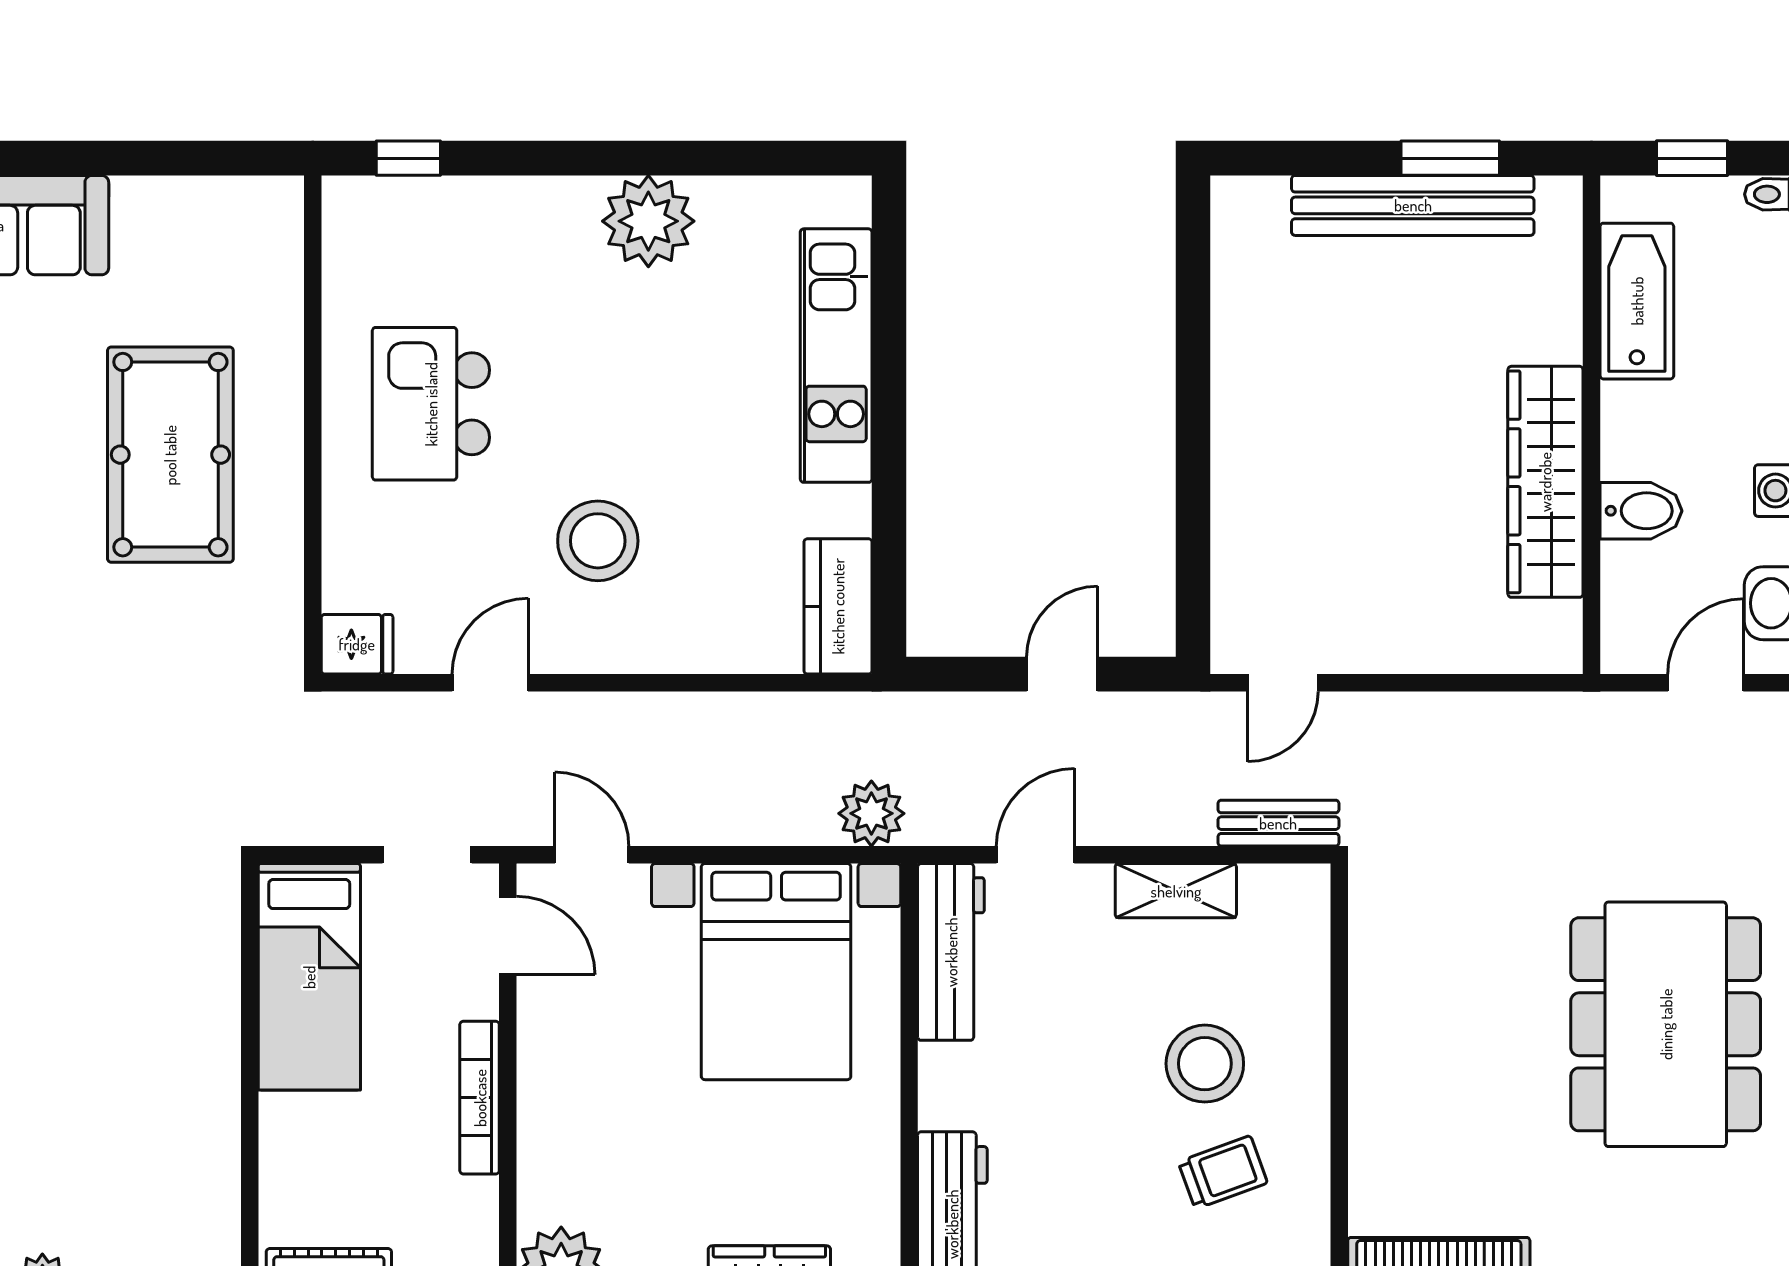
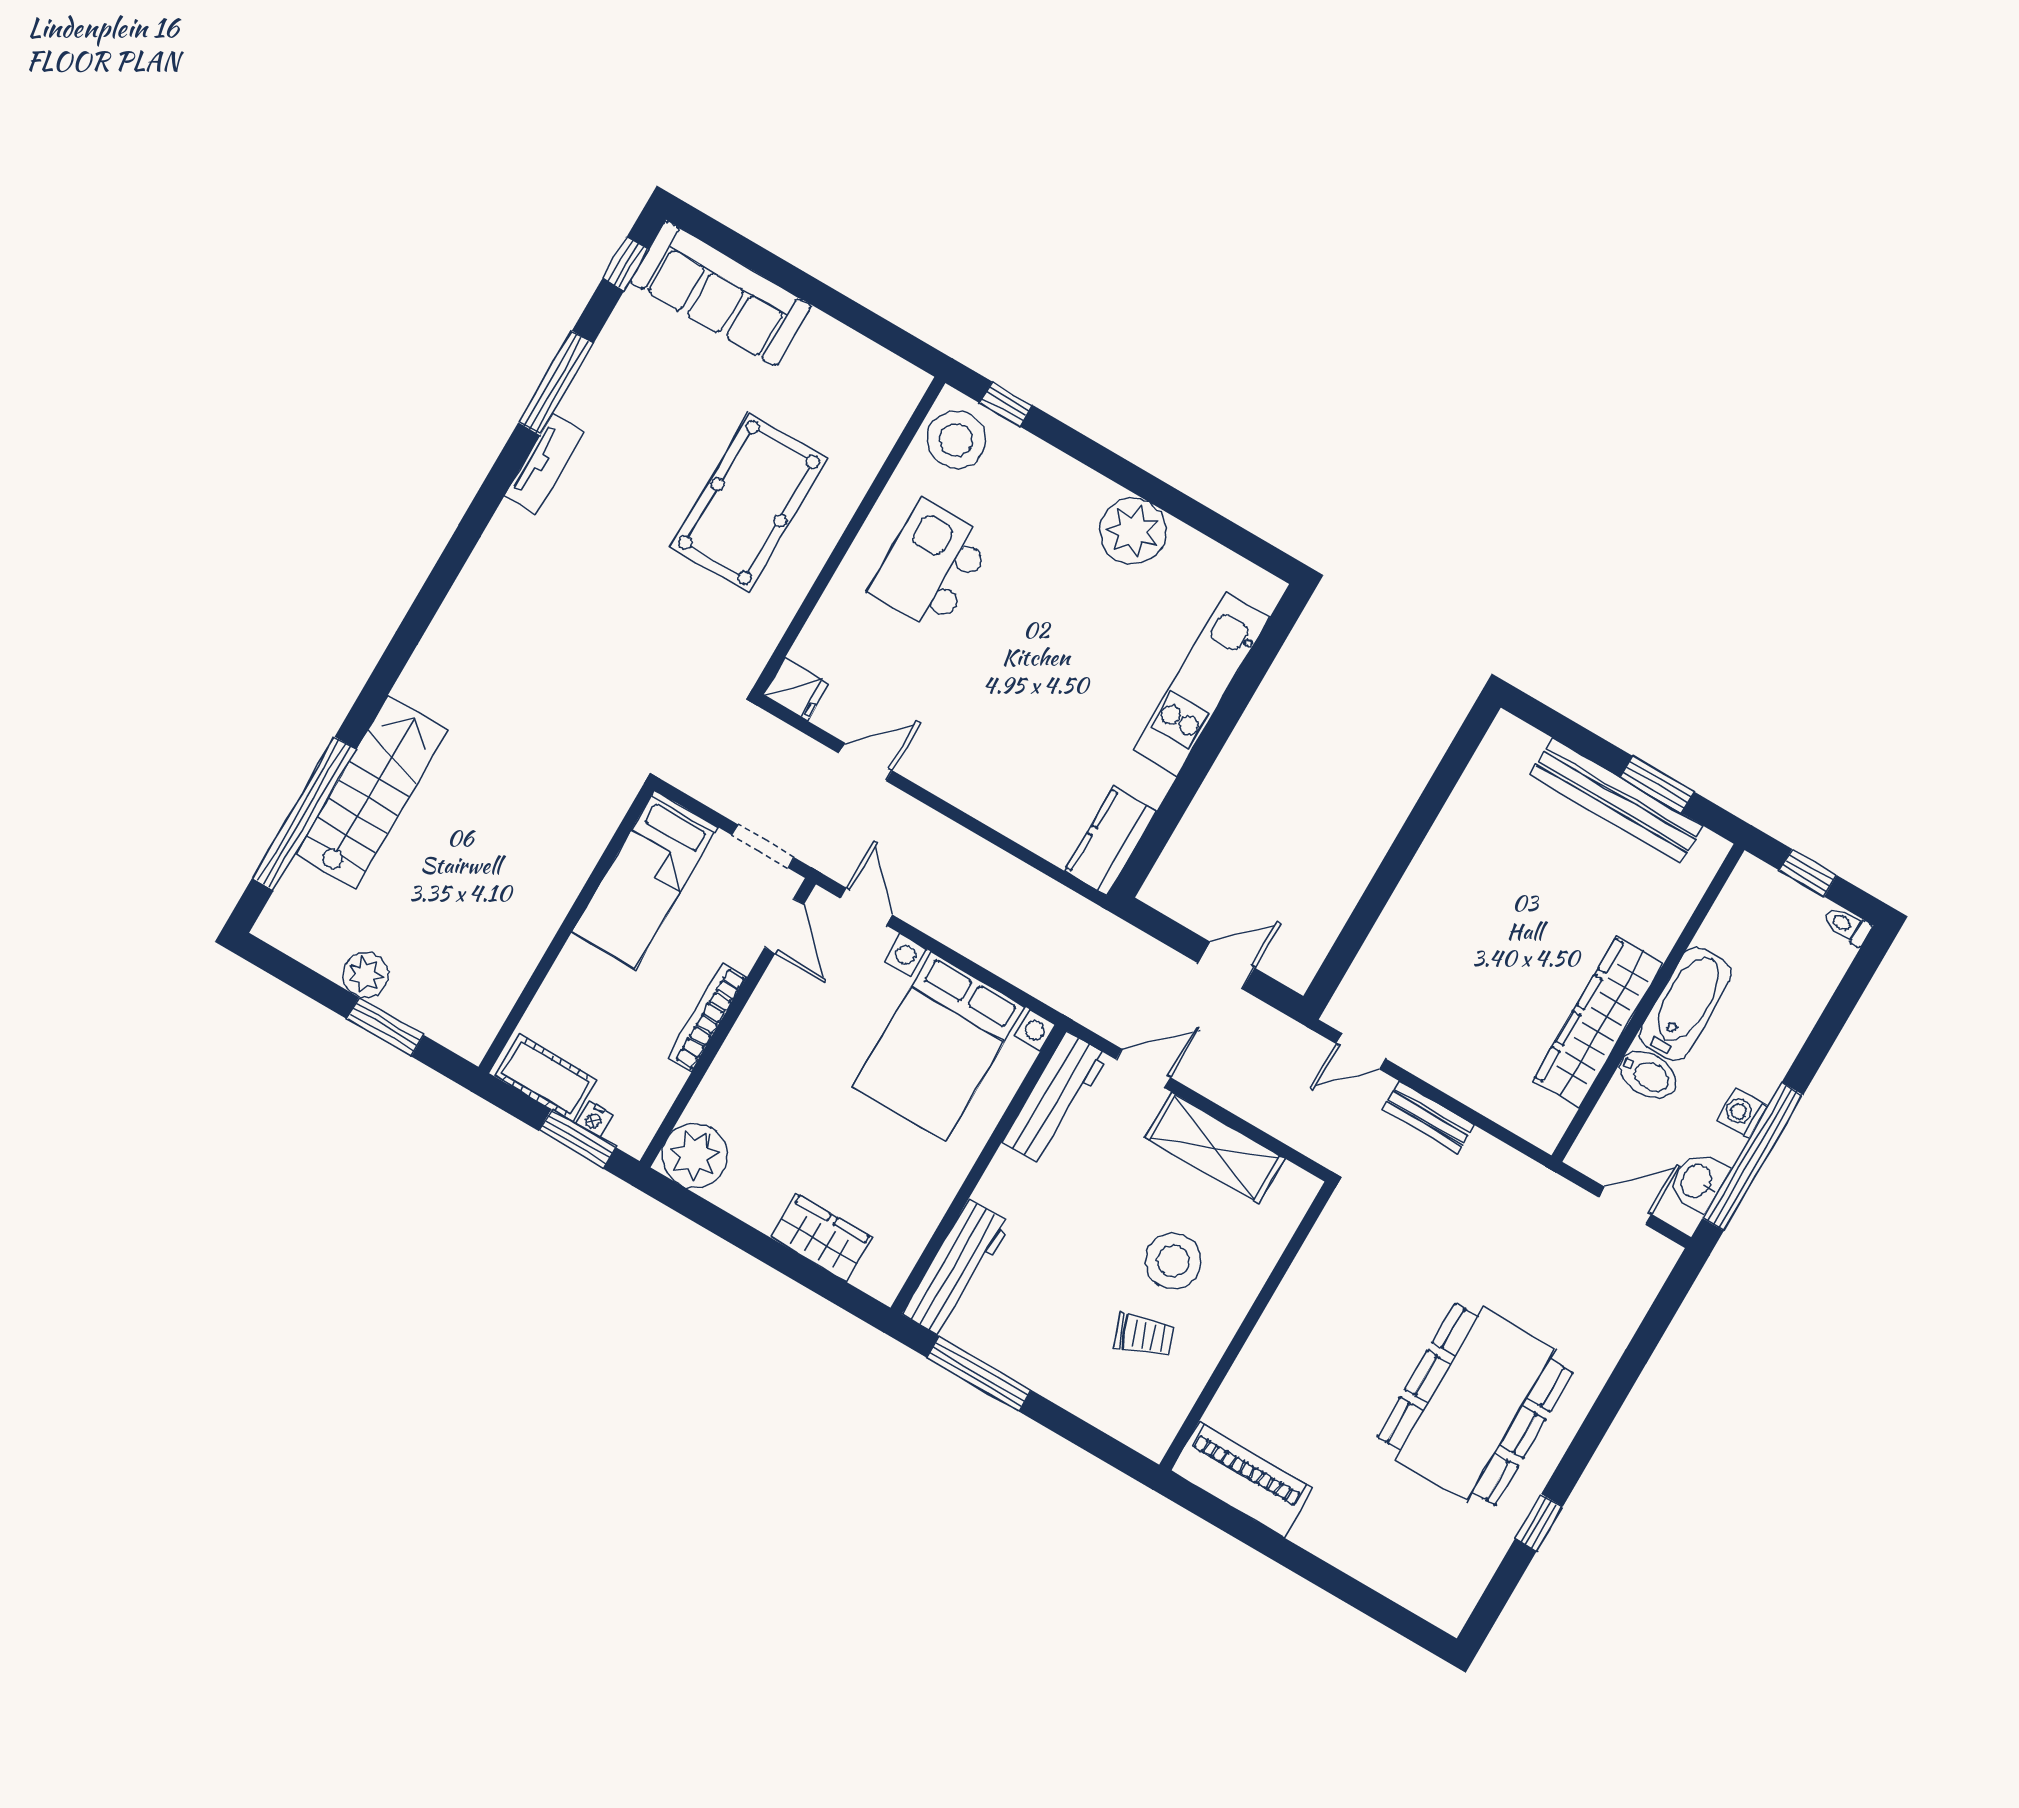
bathtub: (1637, 301) -> (1685, 1004), moved
stool: (598, 541) -> (956, 440), moved
plant: (871, 813) -> (1056, 983), removed
bench: (1278, 823) -> (1428, 1117), moved
shelving: (1176, 891) -> (1215, 1148), width x1.50, depth x1.33

